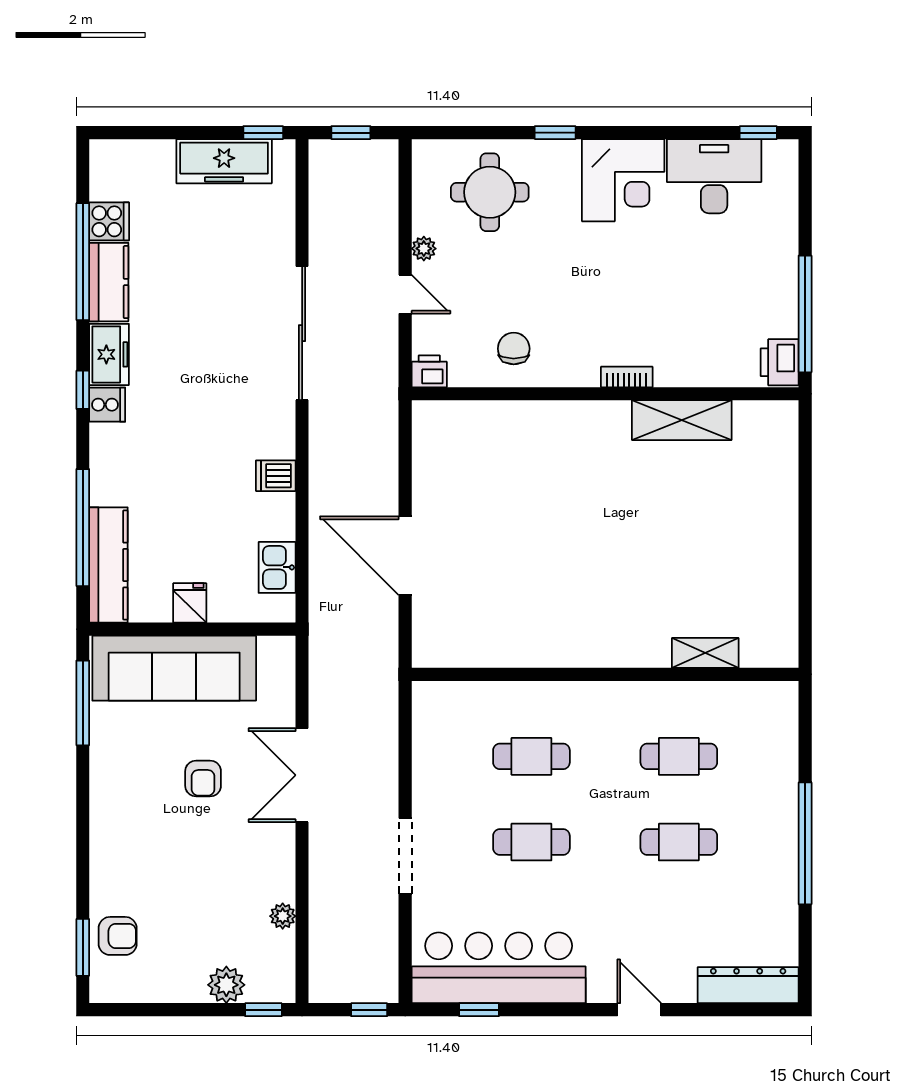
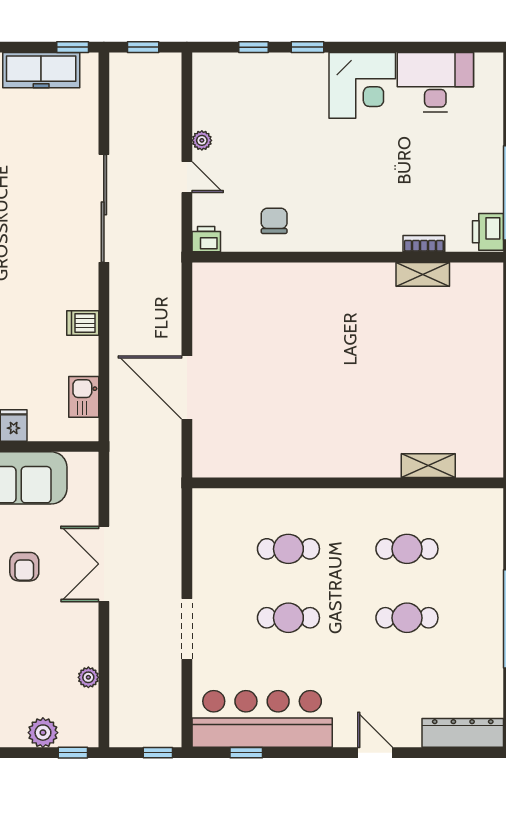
window: (758, 133) -> (254, 47), moved
round table: (490, 192) -> (255, 95), removed
bookcase: (627, 377) -> (424, 244), moved
shelving: (682, 420) -> (423, 274), width x0.67, depth x0.75

